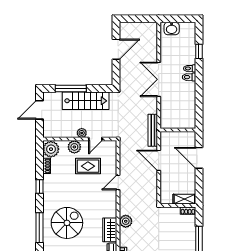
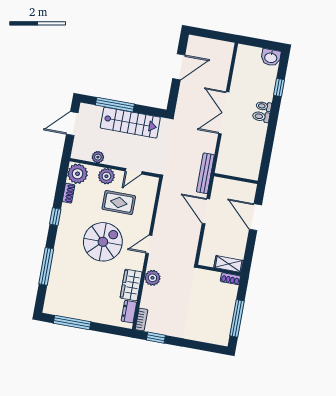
washbasin: (172, 28) -> (271, 57), moved
plant: (82, 133) -> (98, 157), moved
door: (118, 182) -> (149, 244), moved
spiral stairs: (67, 223) -> (103, 242), moved

